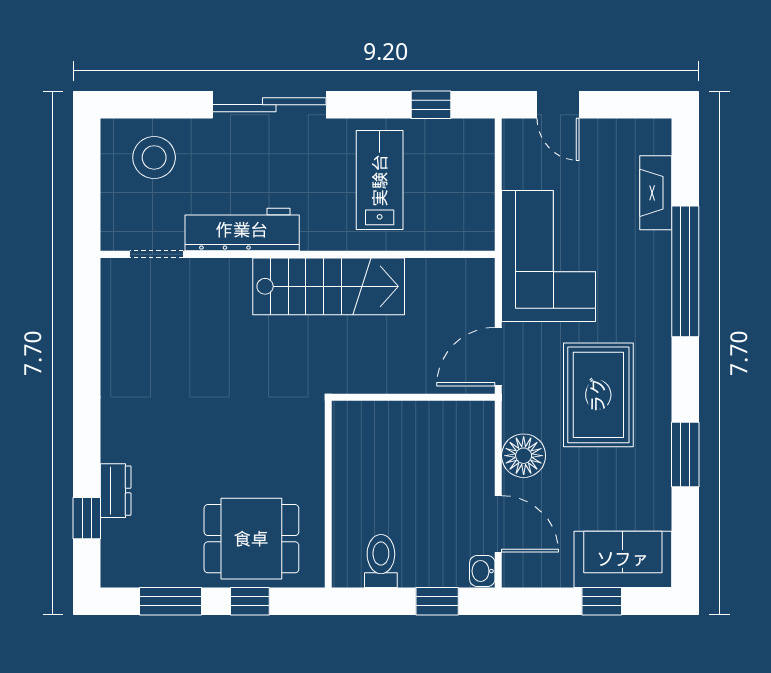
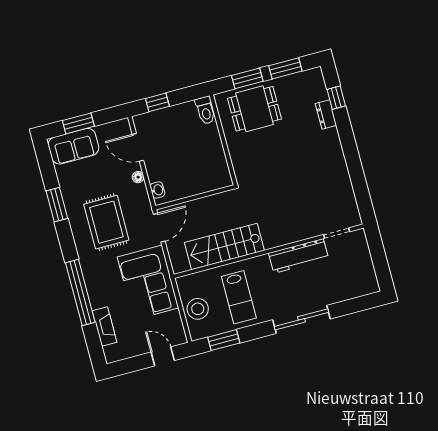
window: (431, 105) -> (224, 340), width x1.50
stool: (154, 157) -> (198, 309), moved
stairs: (329, 286) -> (224, 247), moved
floor lamp: (524, 456) -> (138, 177), width x0.53, depth x0.53
toilet: (381, 561) -> (205, 110), moved
washbasin: (482, 571) -> (157, 190), moved
window: (250, 601) -> (247, 78), width x1.50
window: (602, 601) -> (78, 123), width x1.50

